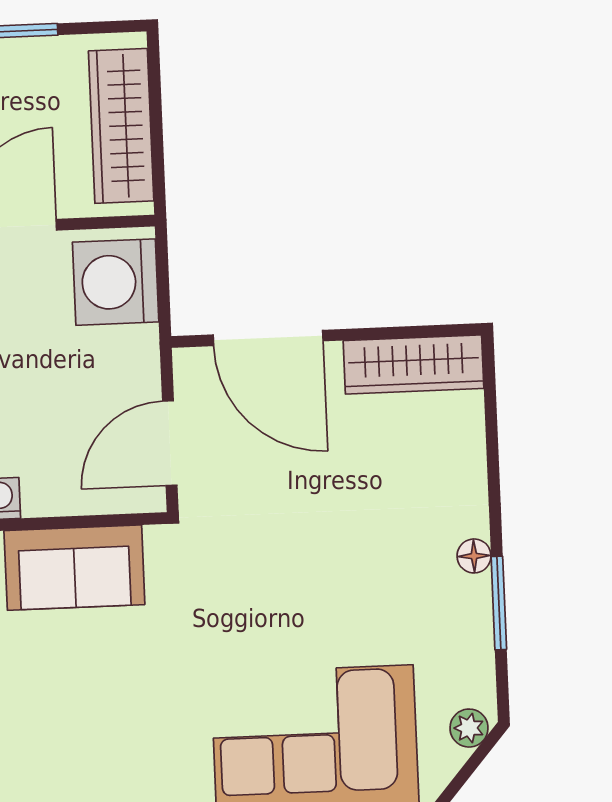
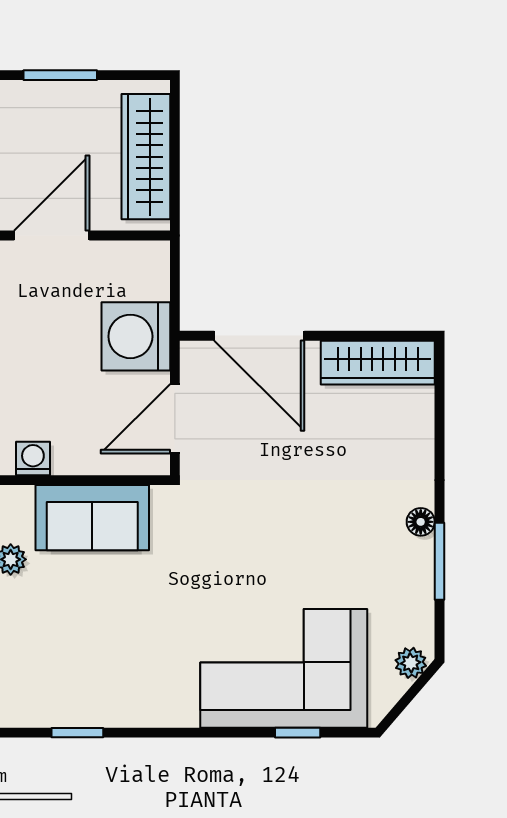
washing machine: (116, 282) -> (136, 336), moved

